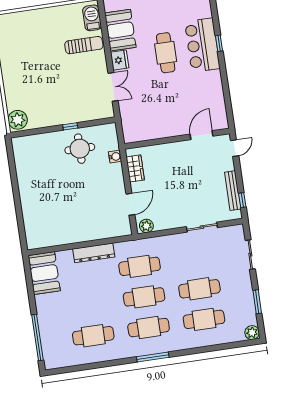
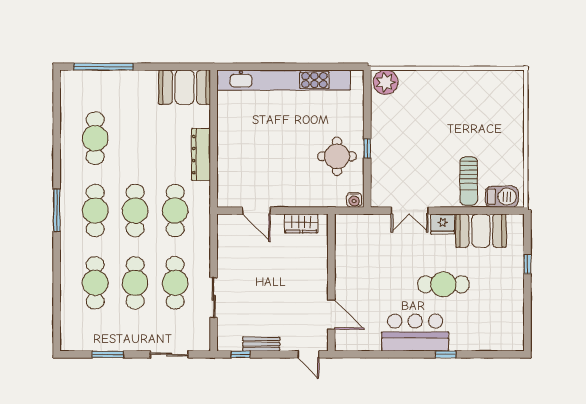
bar counter: (202, 45) -> (415, 333), moved
water cooler: (115, 157) -> (354, 200), moved
bench: (233, 191) -> (261, 344), width x0.73
kitchen unit: (27, 198) -> (284, 80), added
plant: (146, 226) -> (226, 227), removed
cafe table: (195, 258) -> (175, 283), added
plant: (252, 333) -> (69, 342), removed

